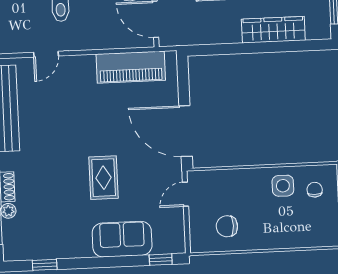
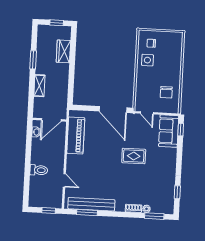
wardrobe: (273, 30) -> (63, 51), width x0.67
door: (186, 131) -> (113, 109), hinge flipped
sofa: (122, 239) -> (169, 131), moved

